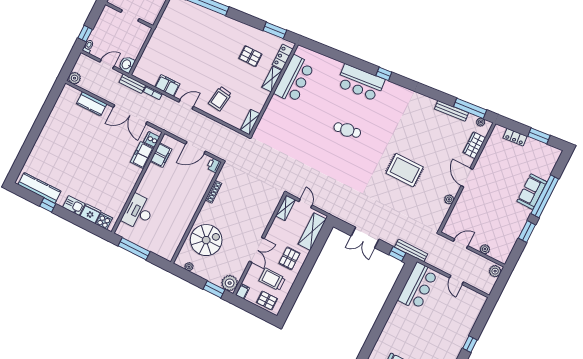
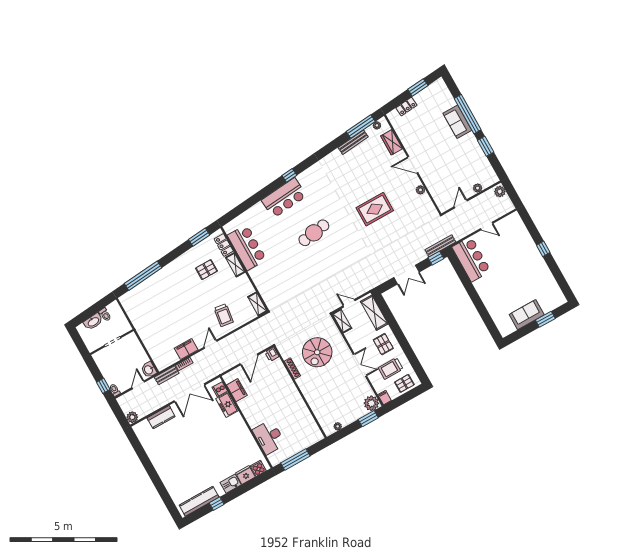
cafe table: (347, 130) -> (314, 233), width x1.37, depth x1.35
spiral stairs: (206, 240) -> (317, 352), moved, turned 180

